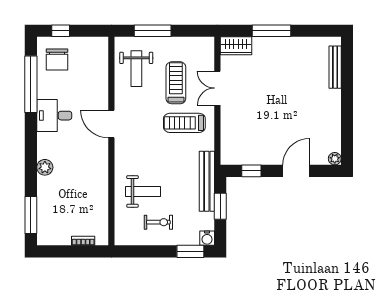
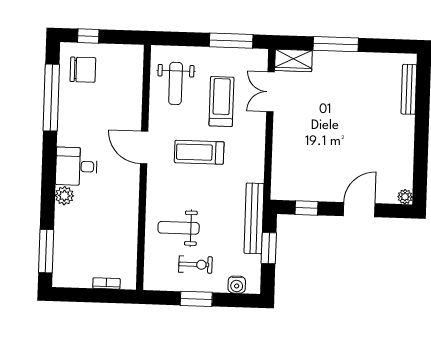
window: (153, 31) -> (231, 41), moved
chair: (57, 60) -> (83, 70), turned -90
double door: (217, 88) -> (270, 92), moved
desk: (54, 116) -> (76, 166), moved
treadmill: (184, 123) -> (199, 152), moved
weight bench: (143, 191) -> (179, 228), turned 180
water cooler: (207, 238) -> (237, 285), moved
window: (190, 251) -> (196, 299), moved

